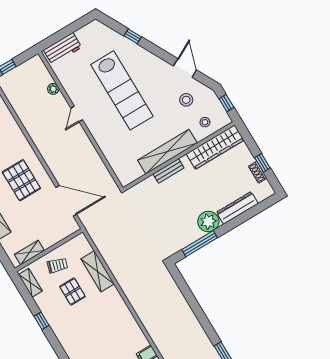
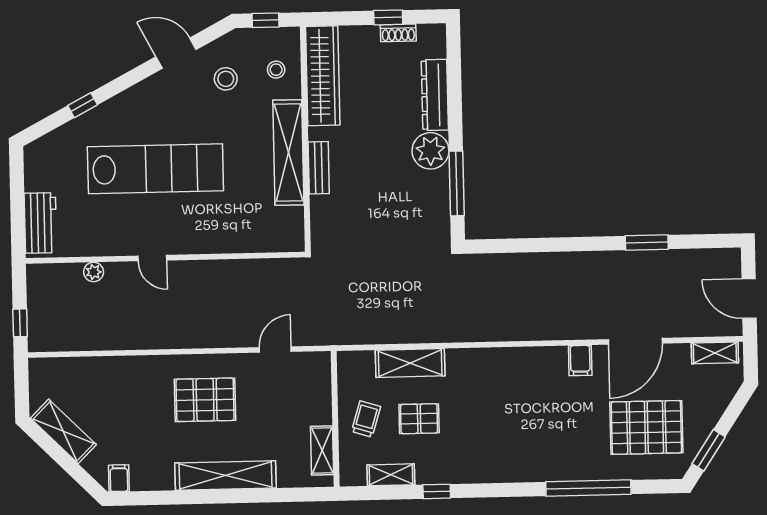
door: (66, 201) -> (275, 349), width x0.53
shelving: (30, 283) -> (391, 475), moved

